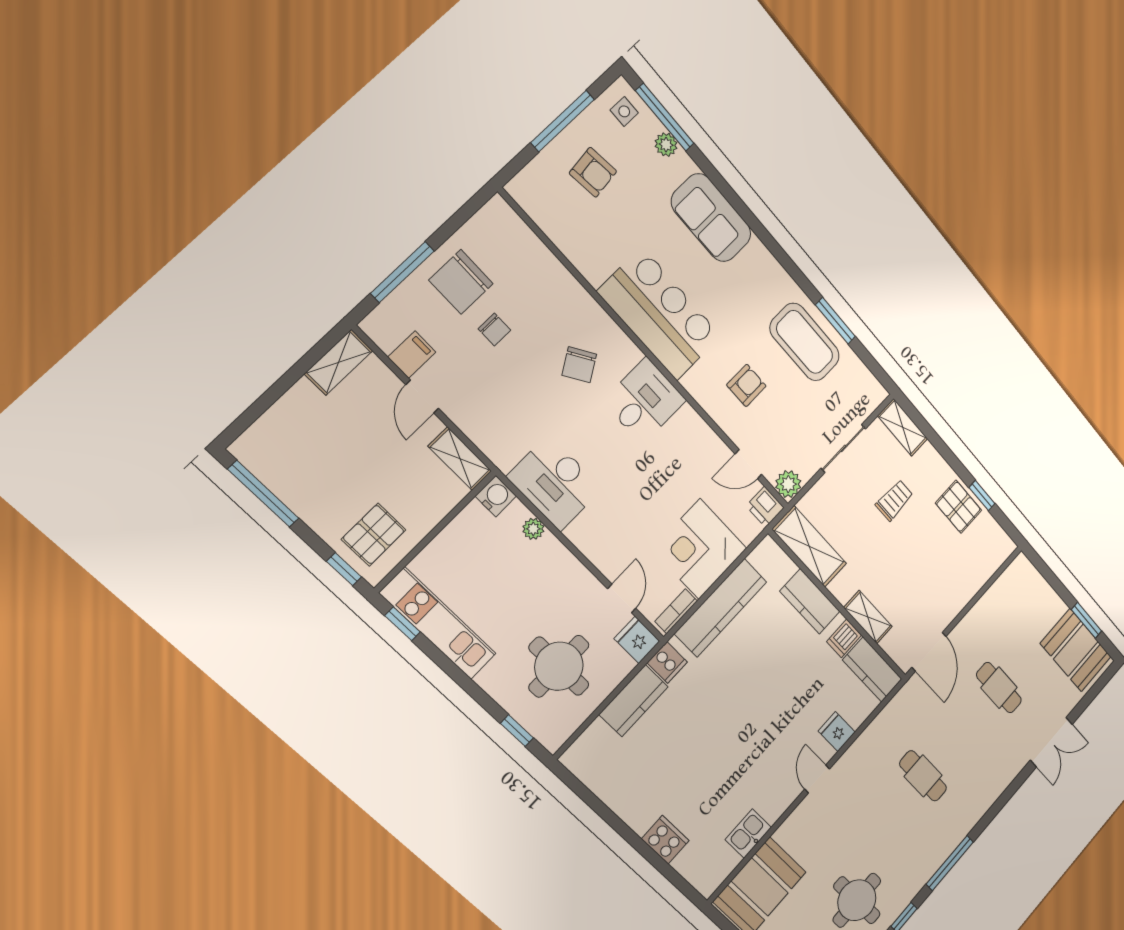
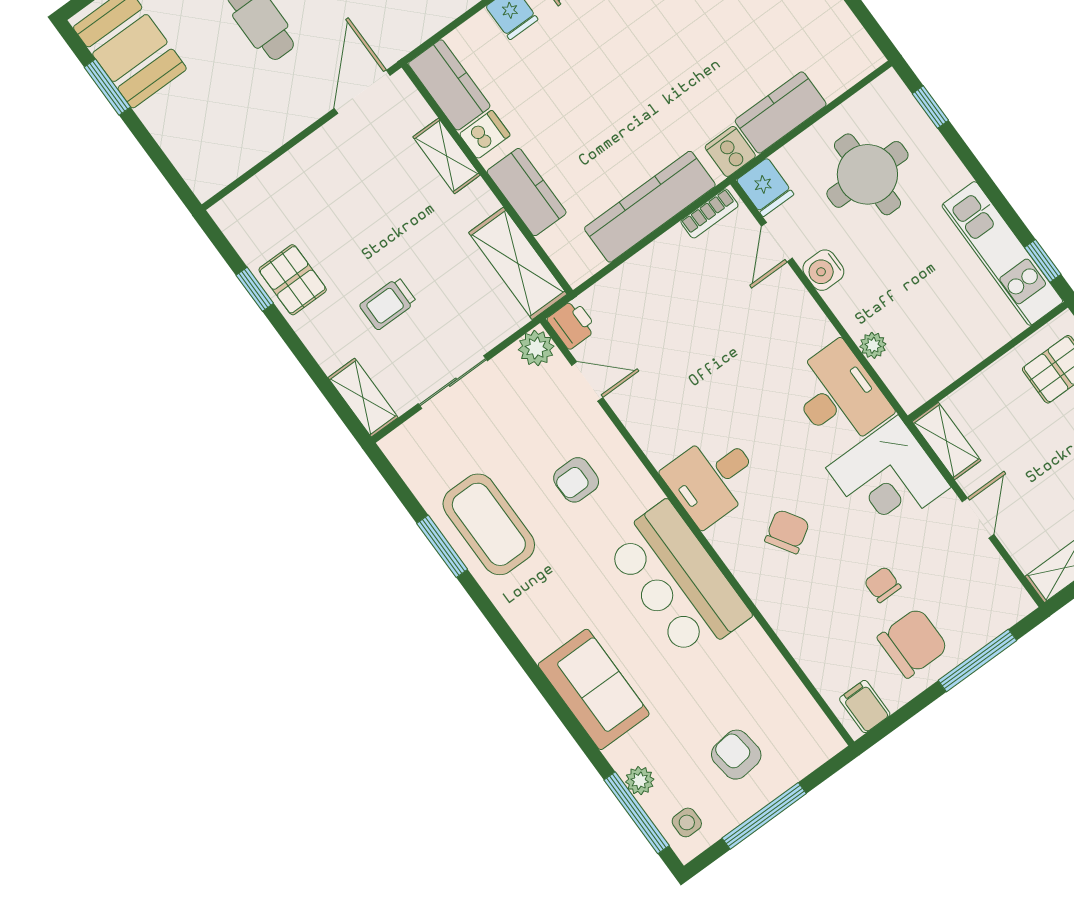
filing cabinet: (412, 355) -> (865, 706), moved, turned 90
water cooler: (496, 496) -> (823, 270), moved
corner desk: (699, 549) -> (888, 477), moved, turned 90

